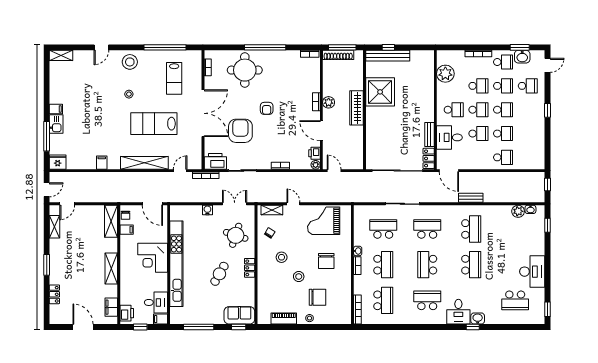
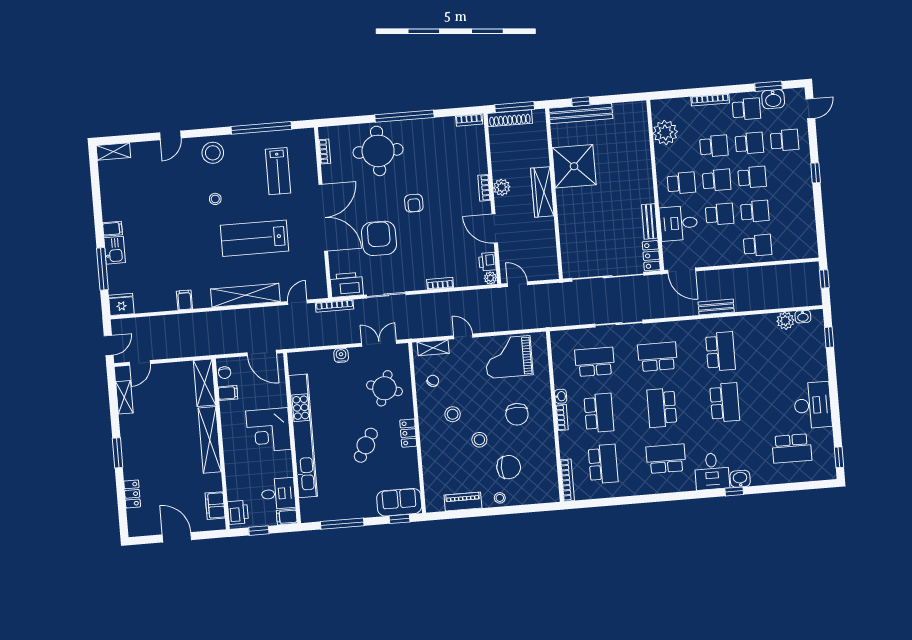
shelving: (111, 268) -> (210, 440), width x1.47

